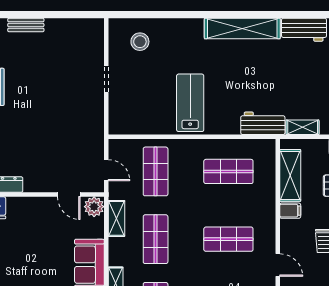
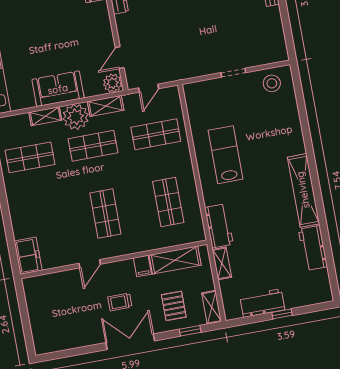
stool: (140, 42) -> (272, 83), moved
lab bench: (190, 103) -> (226, 155), turned -90
plant: (122, 252) -> (76, 117), added

